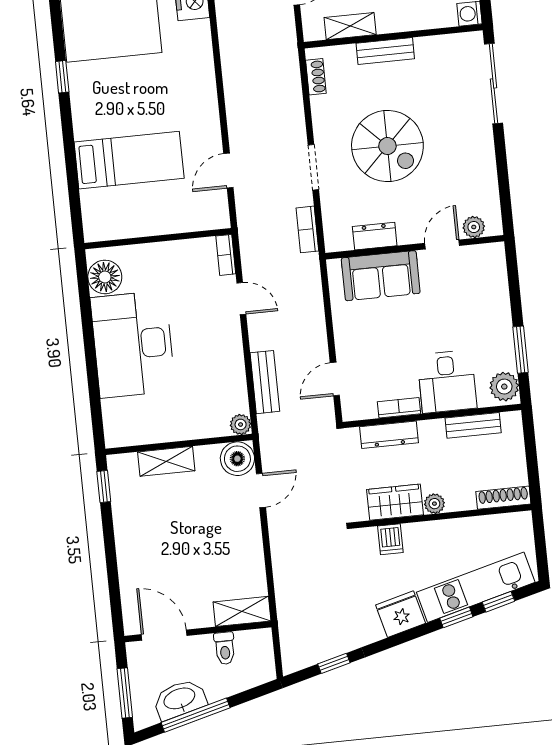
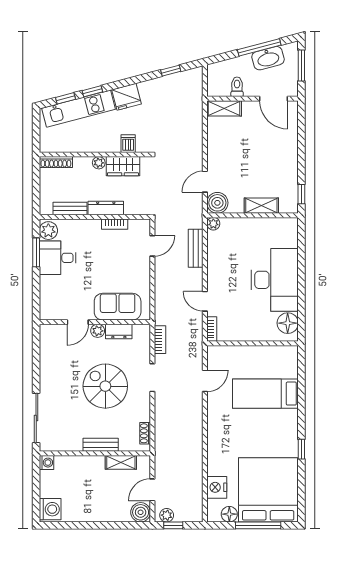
plant: (474, 227) -> (98, 331), moved
desk: (447, 382) -> (58, 258), moved, turned -90
dresser: (389, 435) -> (106, 208), moved

